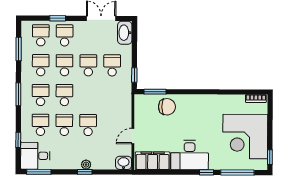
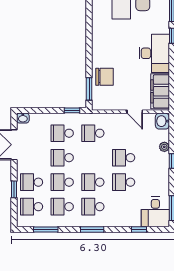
washbasin: (125, 33) -> (23, 118), width x0.52, depth x0.69
chair: (167, 107) -> (105, 77), turned 90
school desk: (40, 125) -> (93, 133), moved
plant: (86, 165) -> (164, 147), moved

